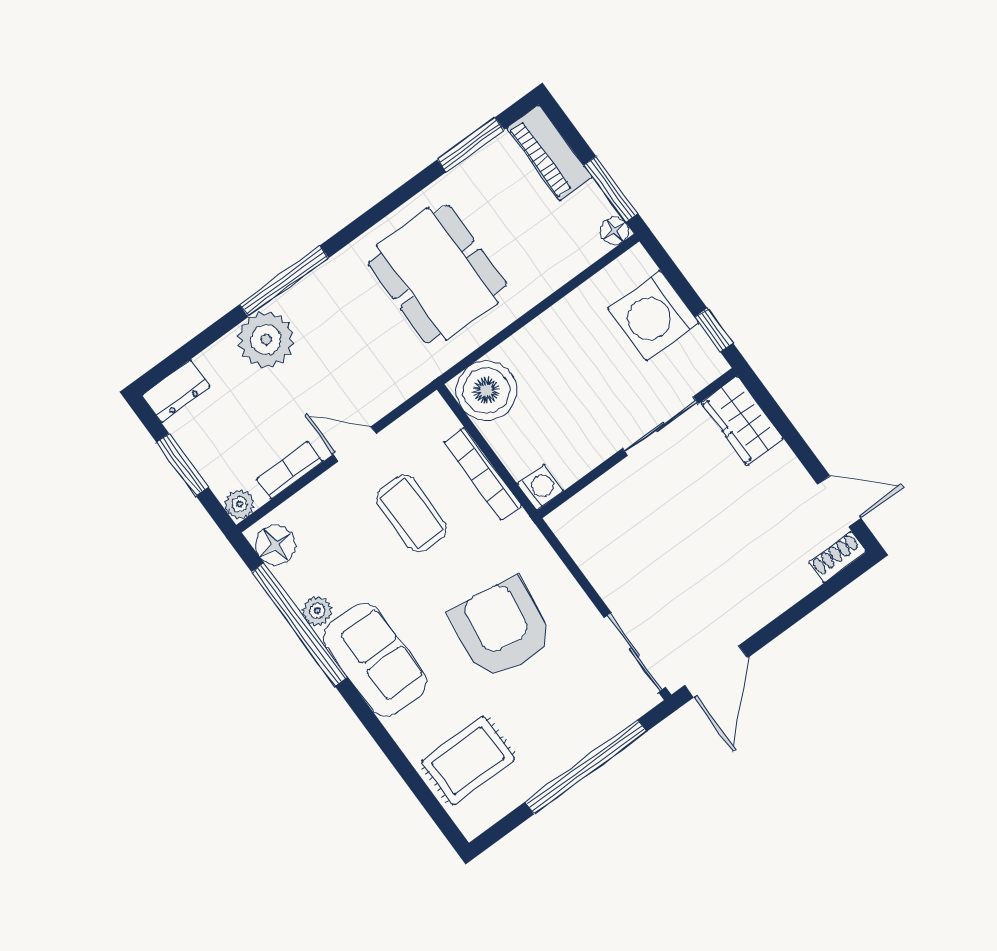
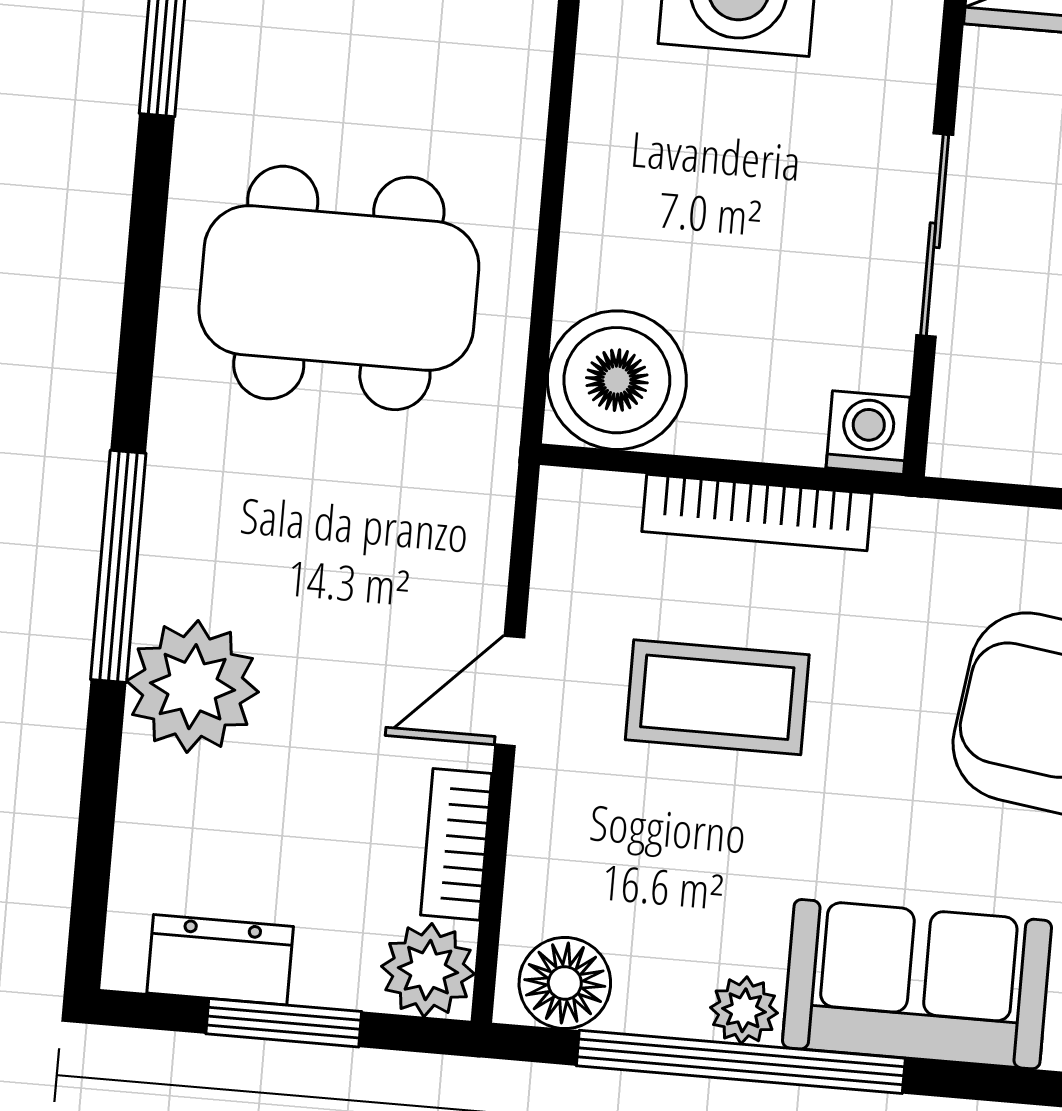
dresser: (176, 391) -> (220, 960), moved, turned -90
sliding door: (660, 426) -> (935, 235), moved
plant: (239, 504) -> (428, 970), width x1.38, depth x1.38

